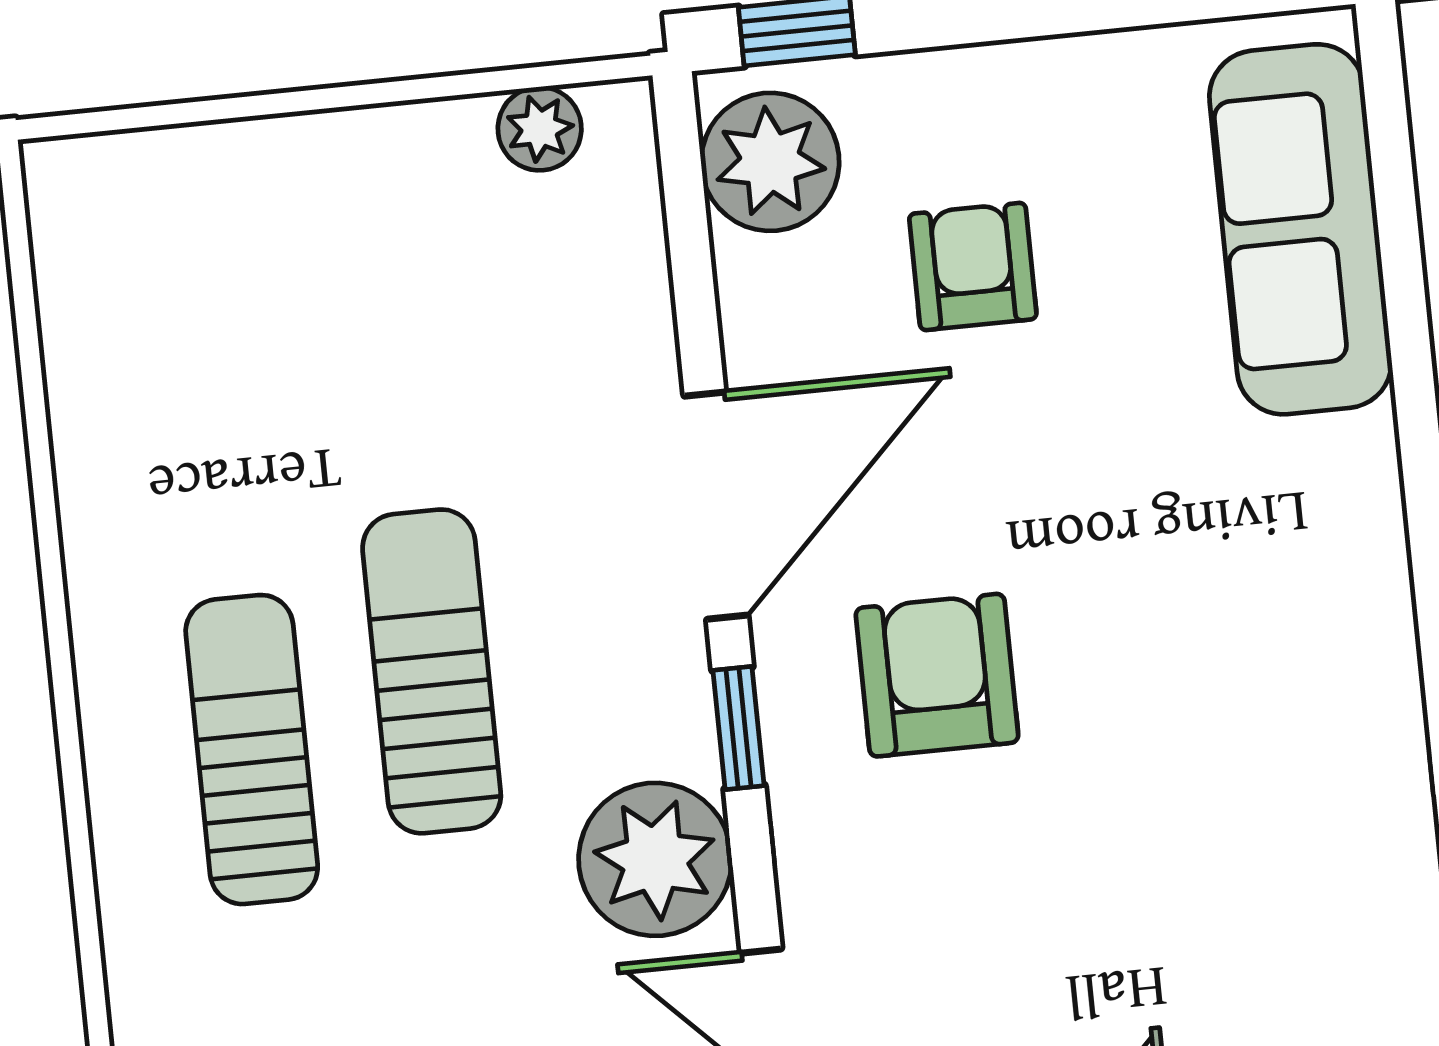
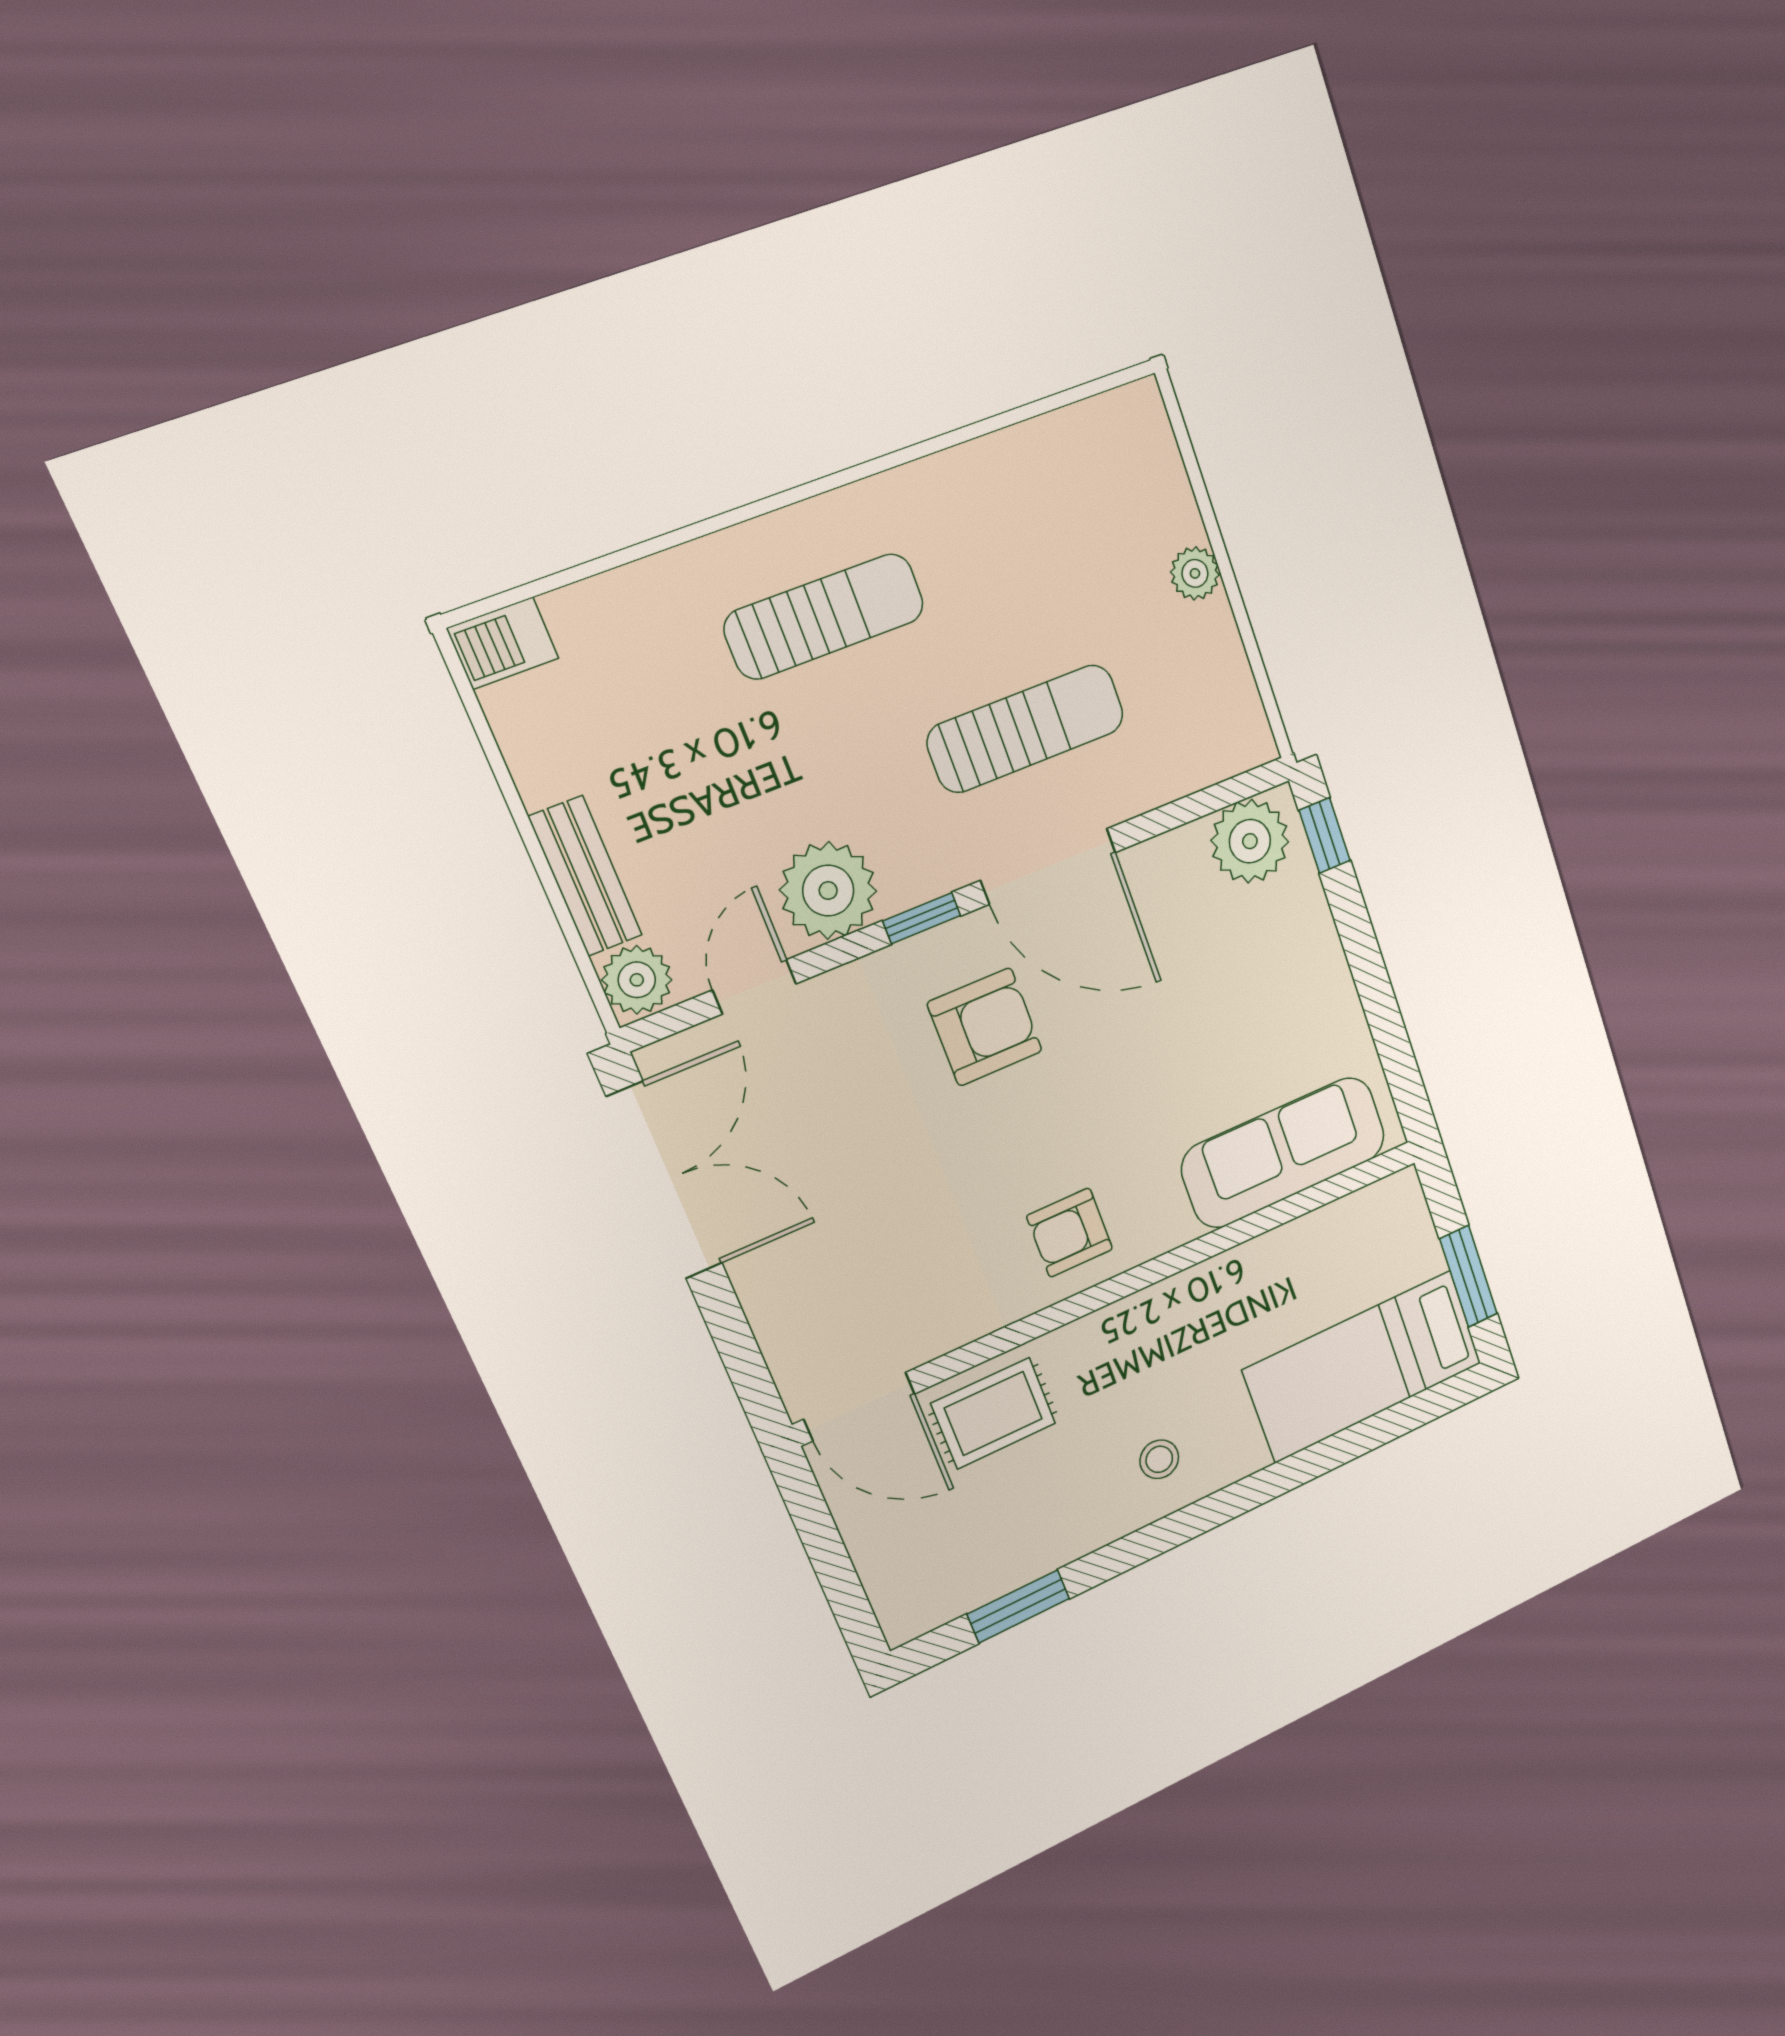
plant: (540, 129) -> (1195, 573), moved
armchair: (973, 266) -> (1070, 1233), moved, turned 180
sun lounger: (432, 671) -> (1026, 729), moved

